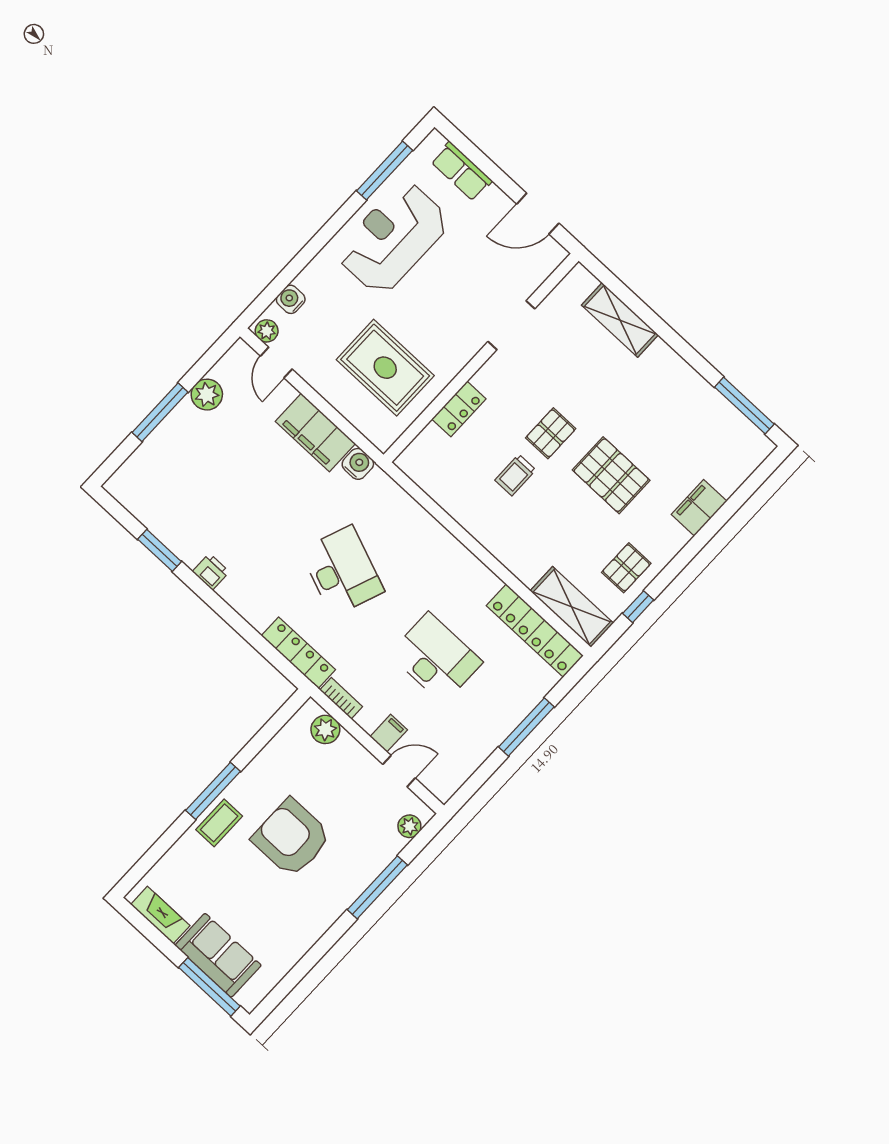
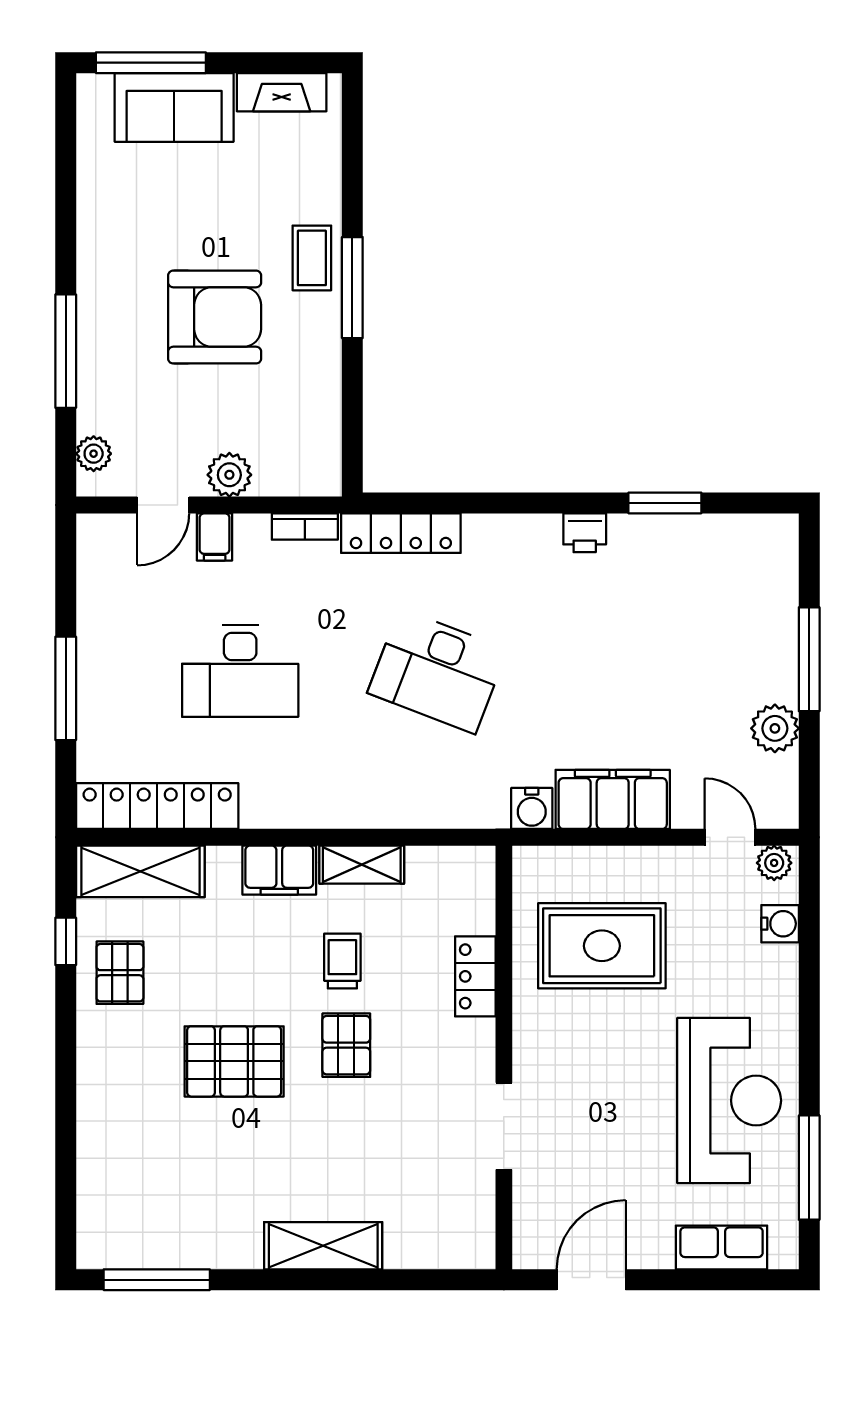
shelving: (620, 320) -> (323, 1246), moved
filing cabinet: (699, 508) -> (279, 870), moved, turned 90
shelving: (464, 512) -> (362, 865), added
plant: (325, 729) -> (229, 475), moved

